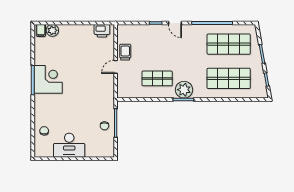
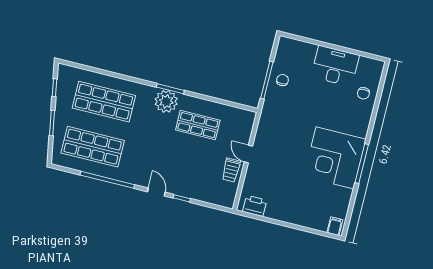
plant: (52, 30) -> (320, 222), removed
door: (116, 67) -> (248, 154), swing flipped
corner desk: (48, 79) -> (335, 158), width x1.36, depth x1.36

